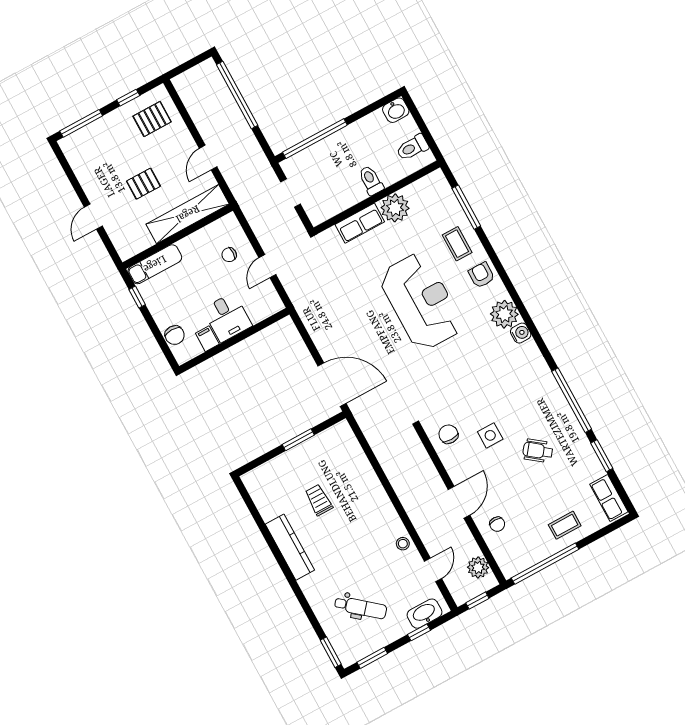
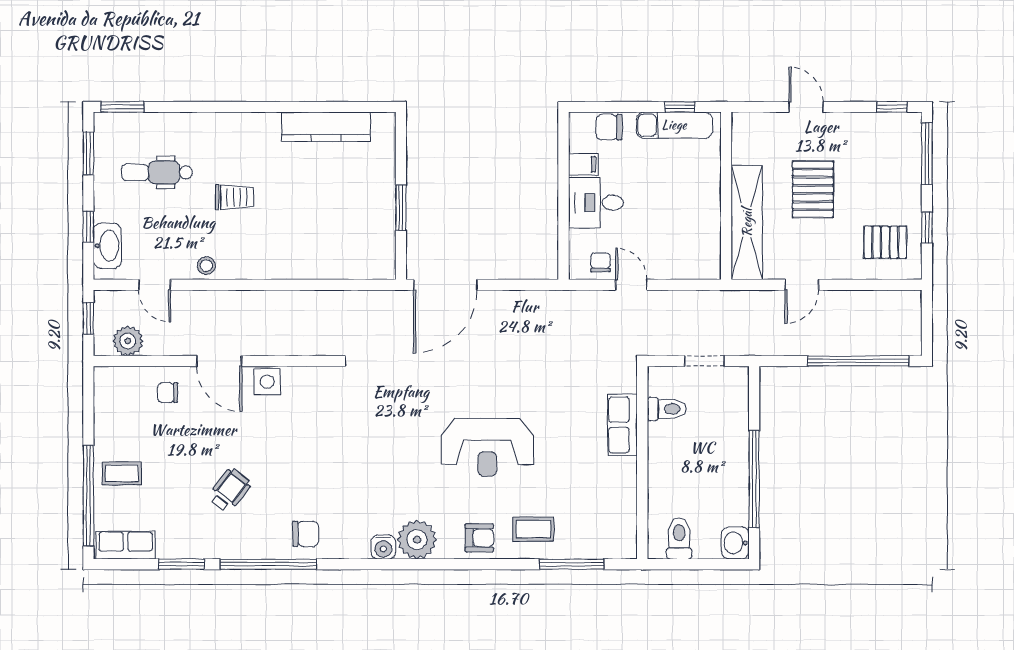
pallet: (152, 119) -> (885, 242), turned 90
window: (315, 139) -> (754, 479), moved
door: (208, 158) -> (802, 285), swing flipped
window: (63, 162) -> (892, 107), added
toilet: (371, 180) -> (667, 409), moved
pallet: (143, 184) -> (813, 189), width x1.50, depth x1.42
plant: (395, 208) -> (618, 478), removed
chair: (229, 255) -> (600, 262), moved
exam couch: (155, 264) -> (674, 125), moved, turned -90
reception desk: (421, 301) -> (487, 447), width x0.74, depth x0.77
chair: (448, 434) -> (306, 534), moved
side table: (490, 435) -> (267, 382), moved
trolley: (319, 500) -> (234, 197), moved
coffee table: (565, 525) -> (122, 474), turned 90
kitchen counter: (290, 547) -> (326, 127), moved
window: (545, 564) -> (88, 496), moved
dental chair: (361, 607) -> (157, 172), turned 50

